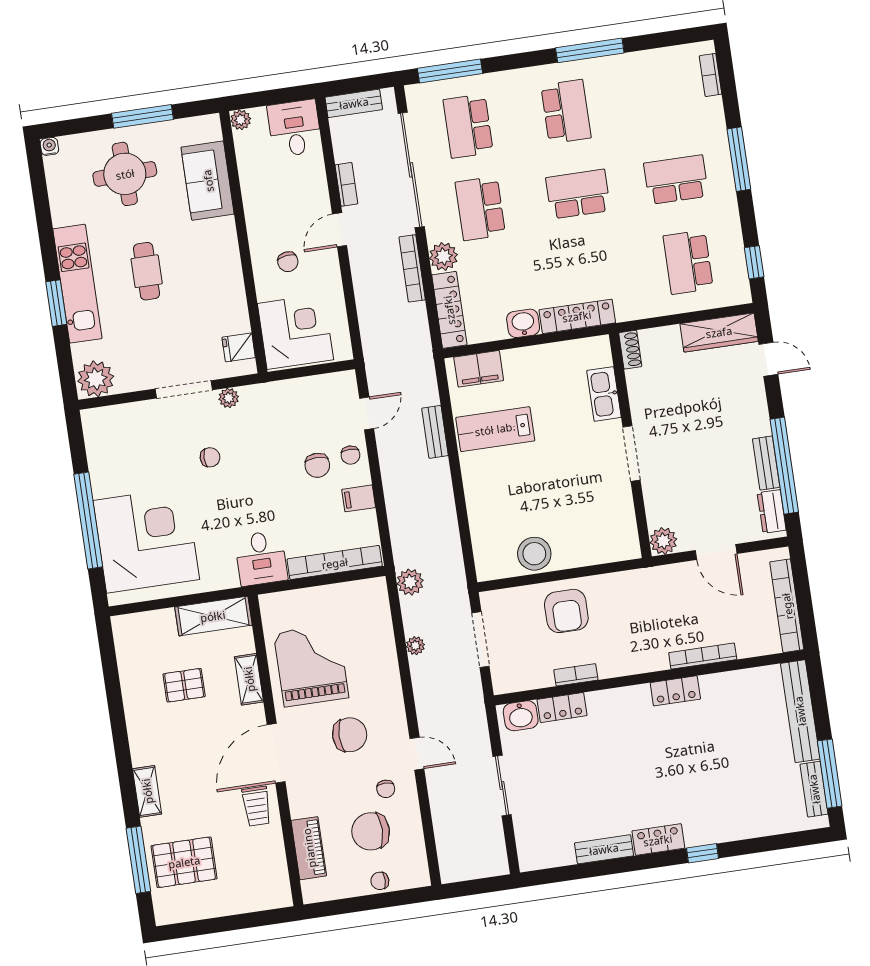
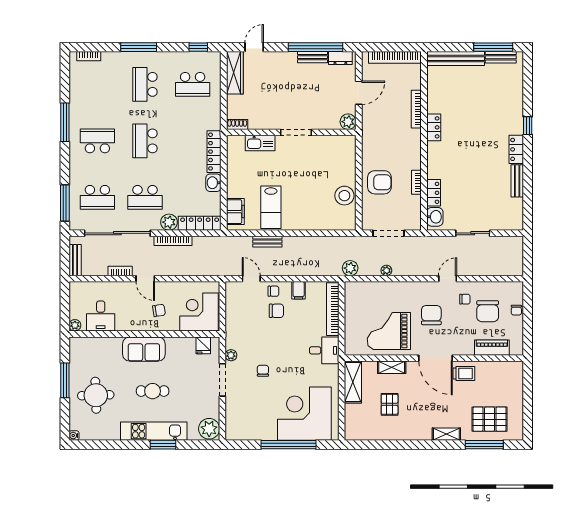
desk: (295, 128) -> (101, 316), moved, turned -90
sofa: (208, 181) -> (144, 349), moved
pallet: (184, 862) -> (489, 419), turned 90

